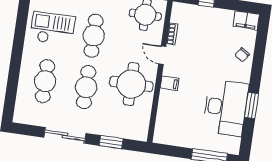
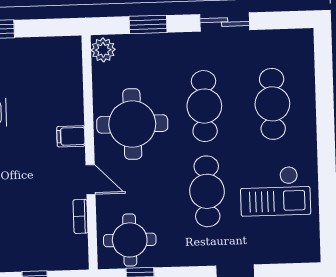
plant: (141, 132) -> (103, 50), added
sliding door: (65, 135) -> (225, 22), width x0.73

